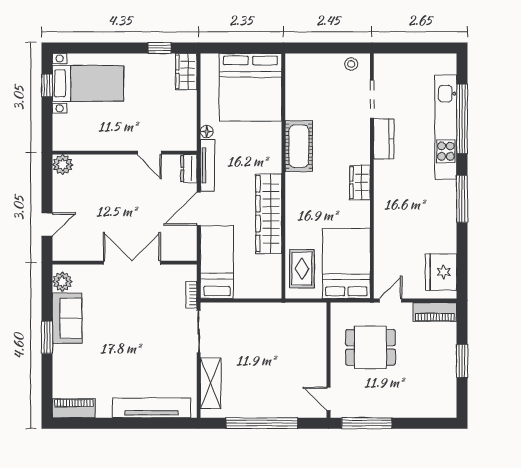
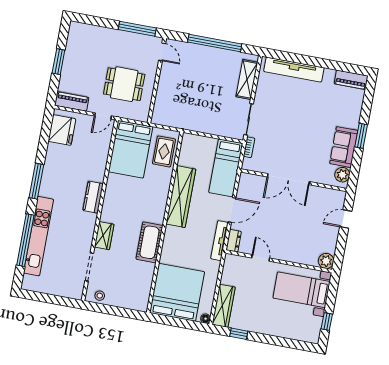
wardrobe: (186, 72) -> (224, 306), width x1.50
bed with nightstands: (88, 83) -> (301, 290), moved
floor lamp: (207, 132) -> (206, 319), moved
kitchen counter: (384, 139) -> (93, 197), moved
wardrobe: (360, 182) -> (104, 236), moved

